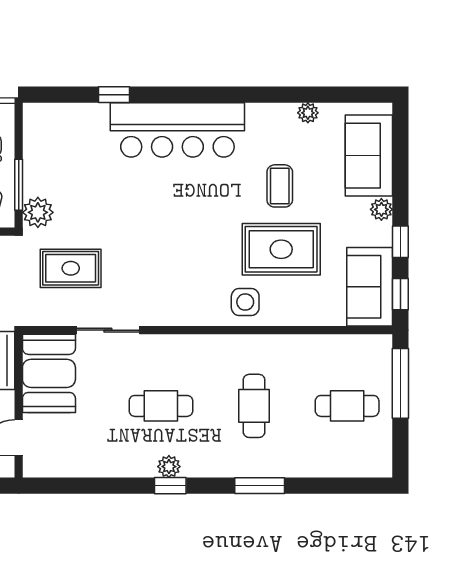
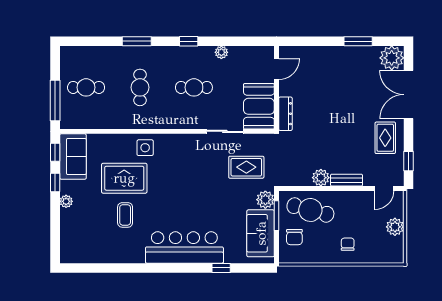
plant: (308, 113) -> (109, 257), removed
sofa: (369, 156) -> (261, 233), moved, turned 180
plant: (169, 467) -> (221, 52), moved

